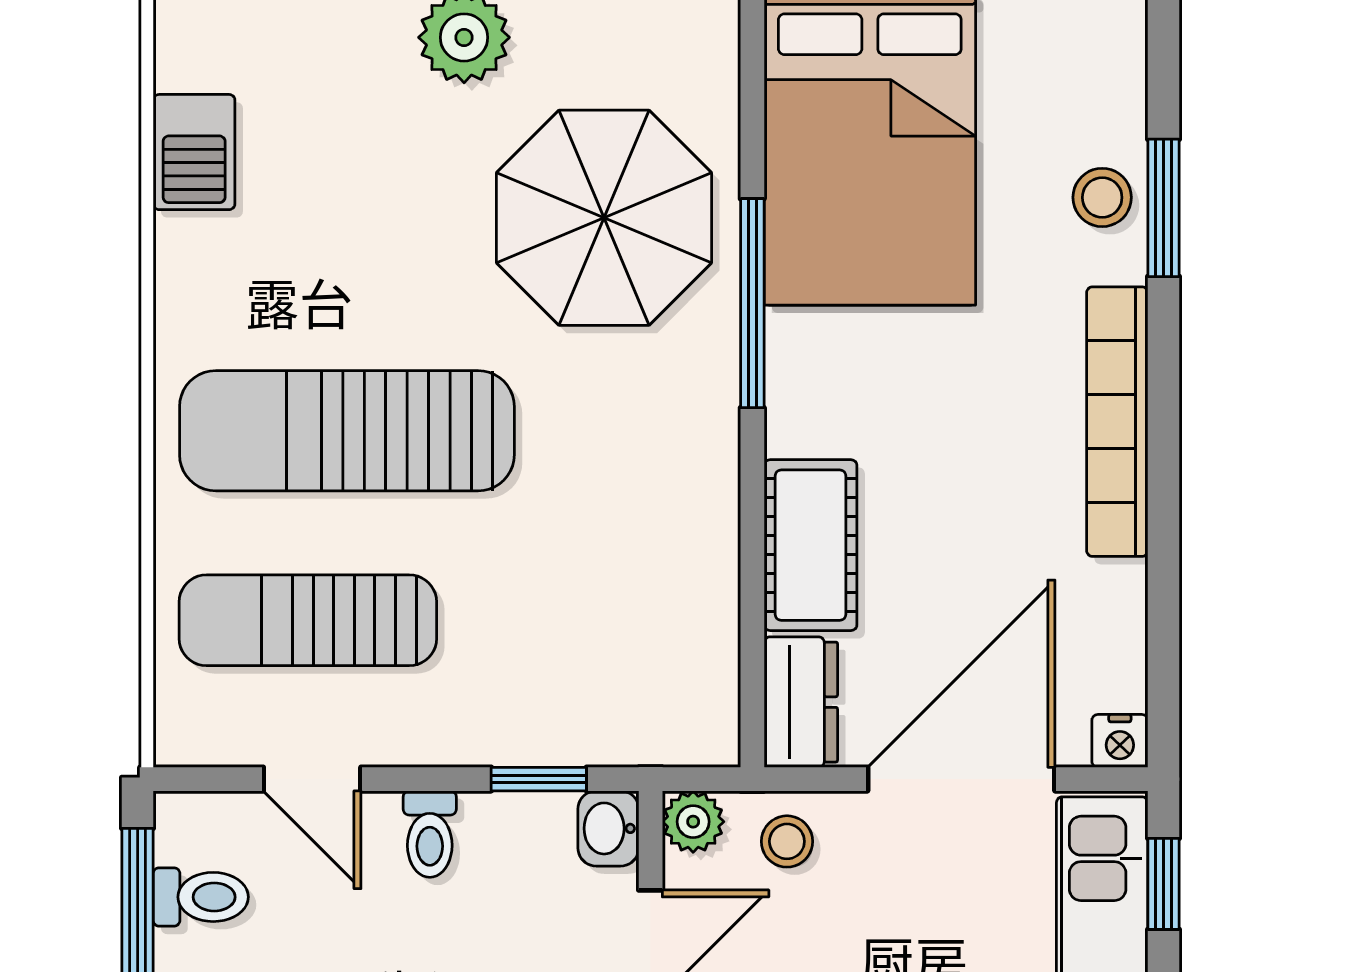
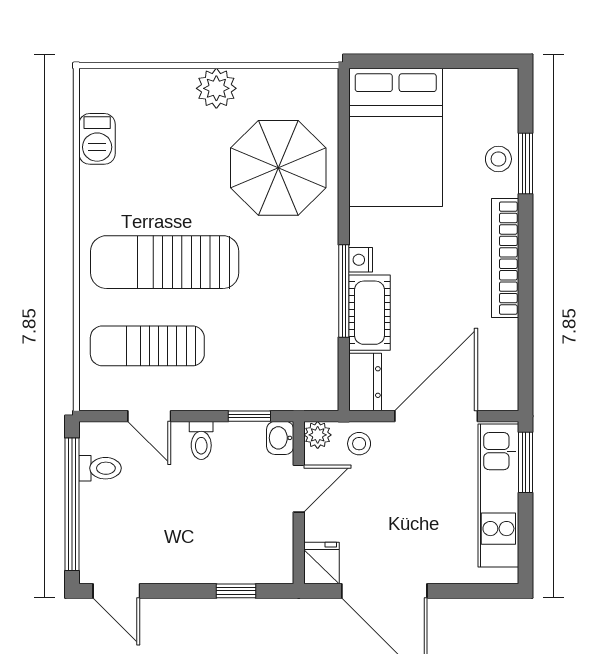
window: (752, 303) -> (344, 291), moved
nightstand: (1120, 741) -> (361, 260), moved, turned 90
window: (1164, 884) -> (526, 462), width x1.50

